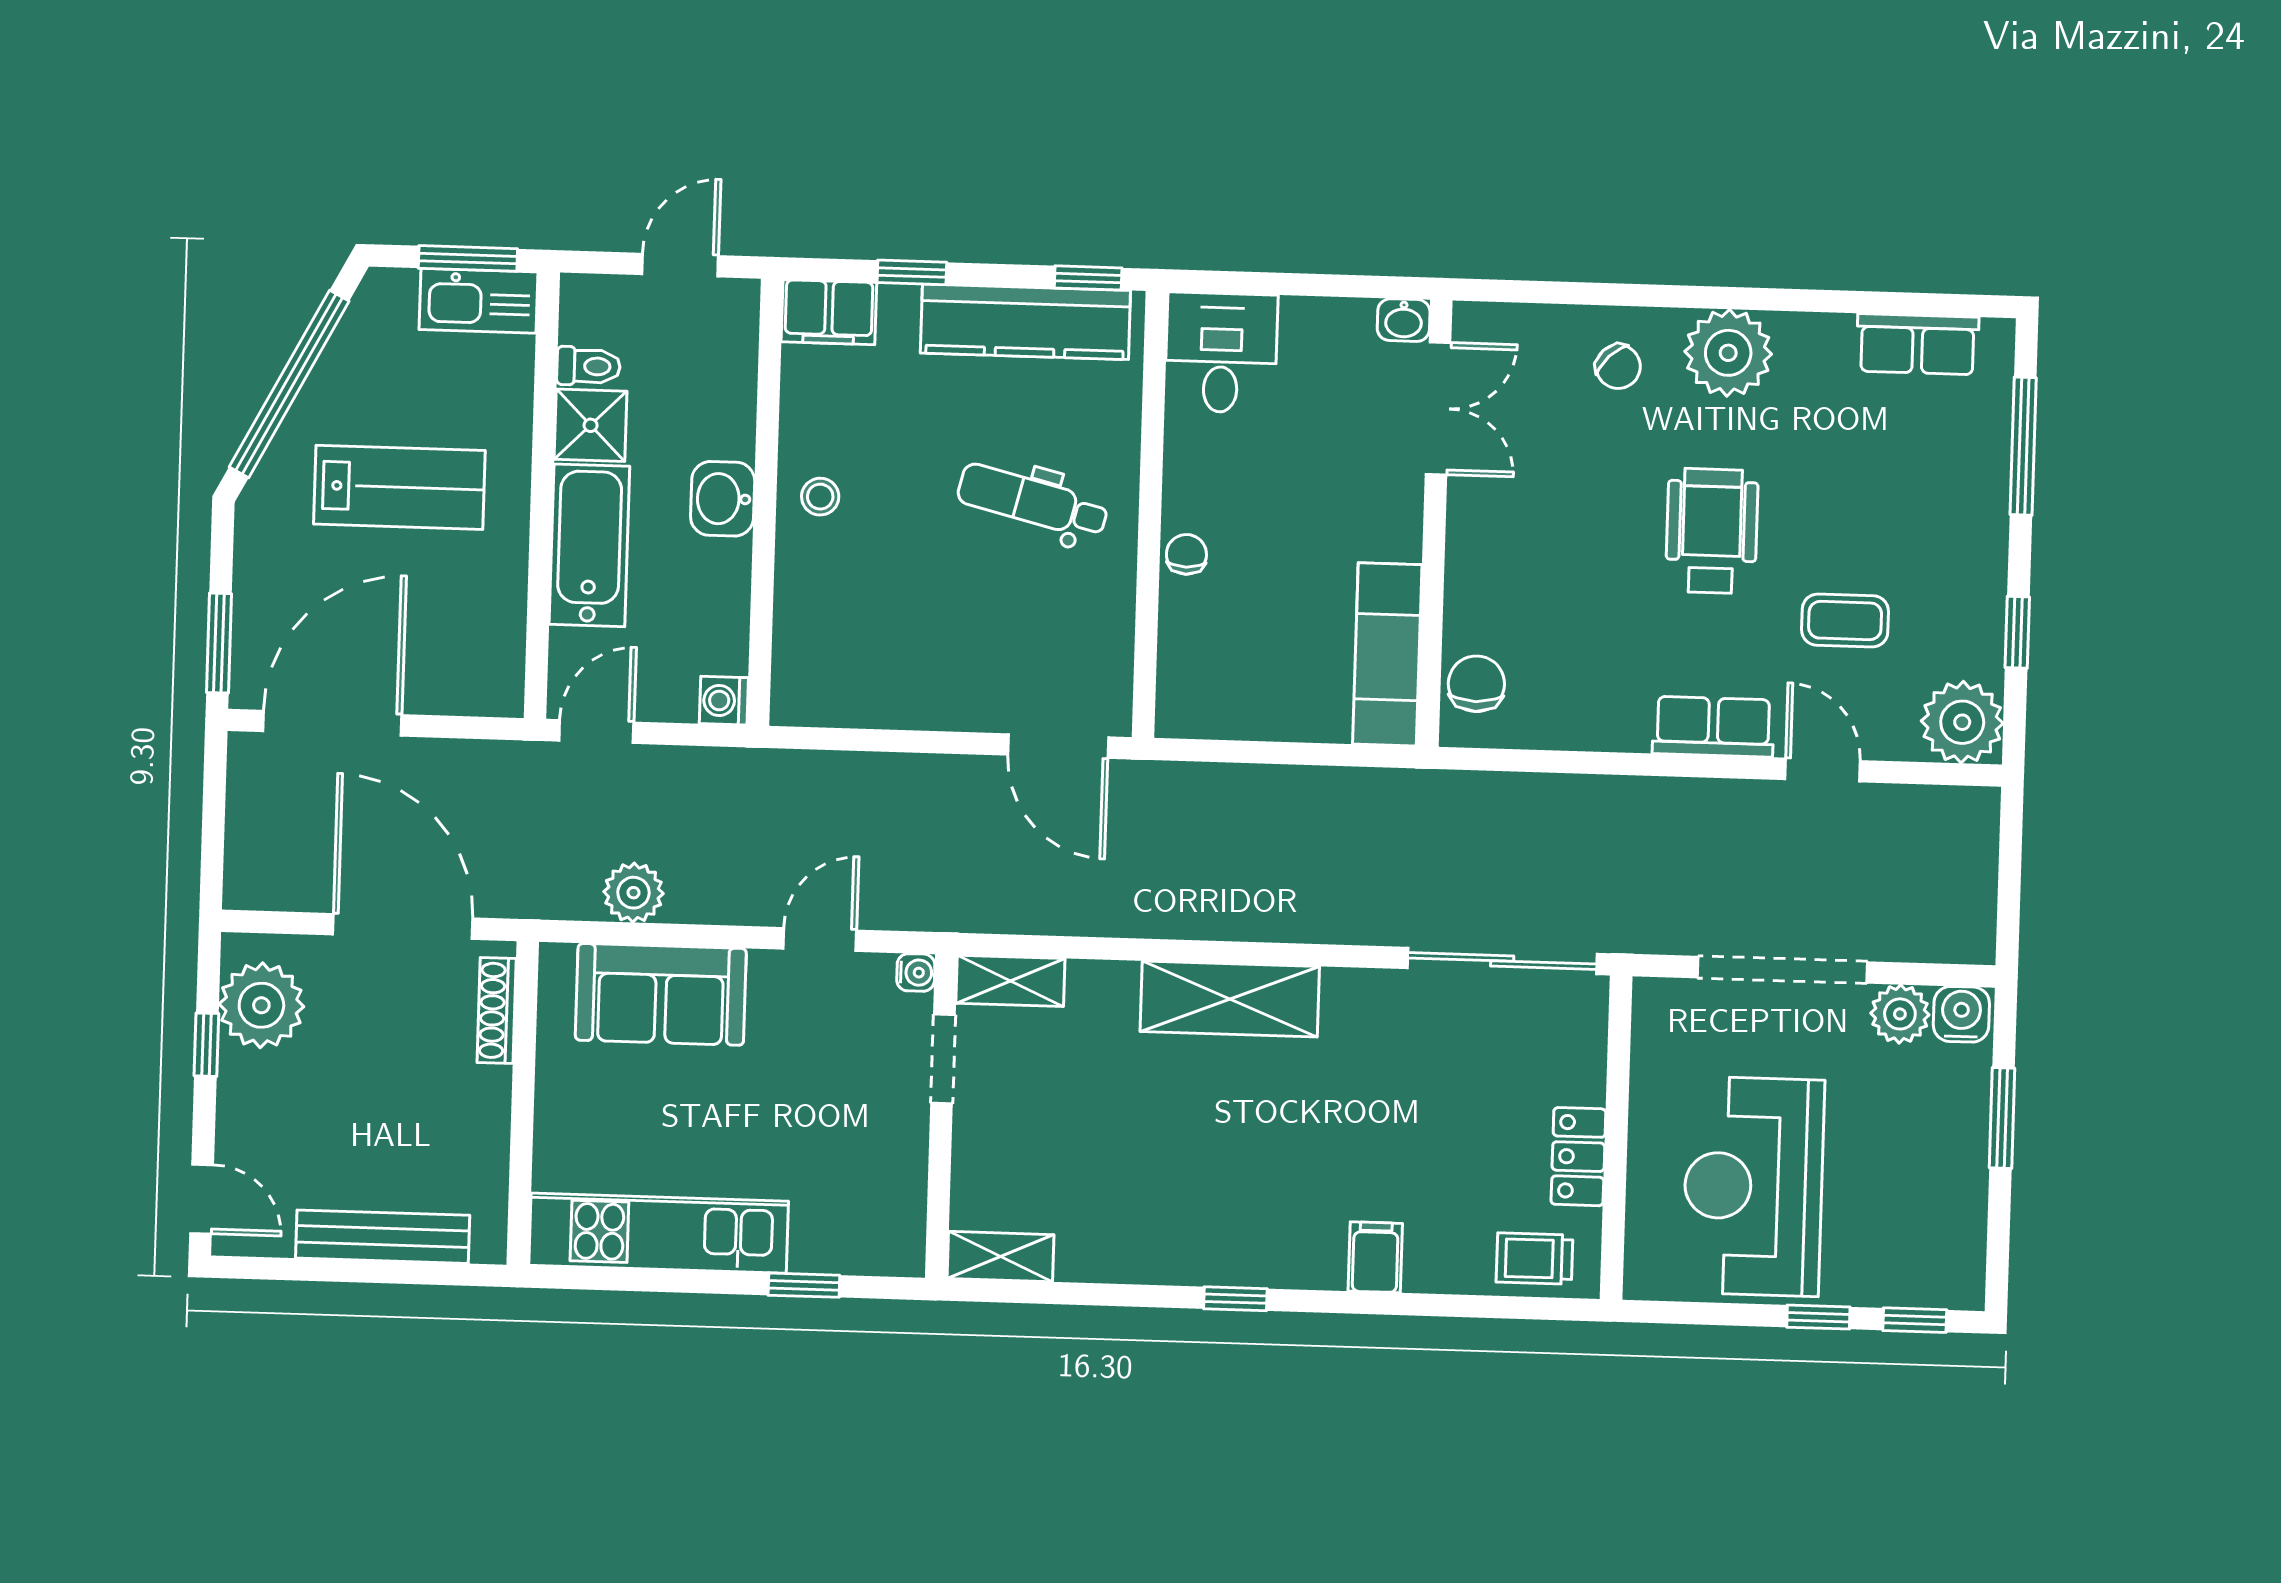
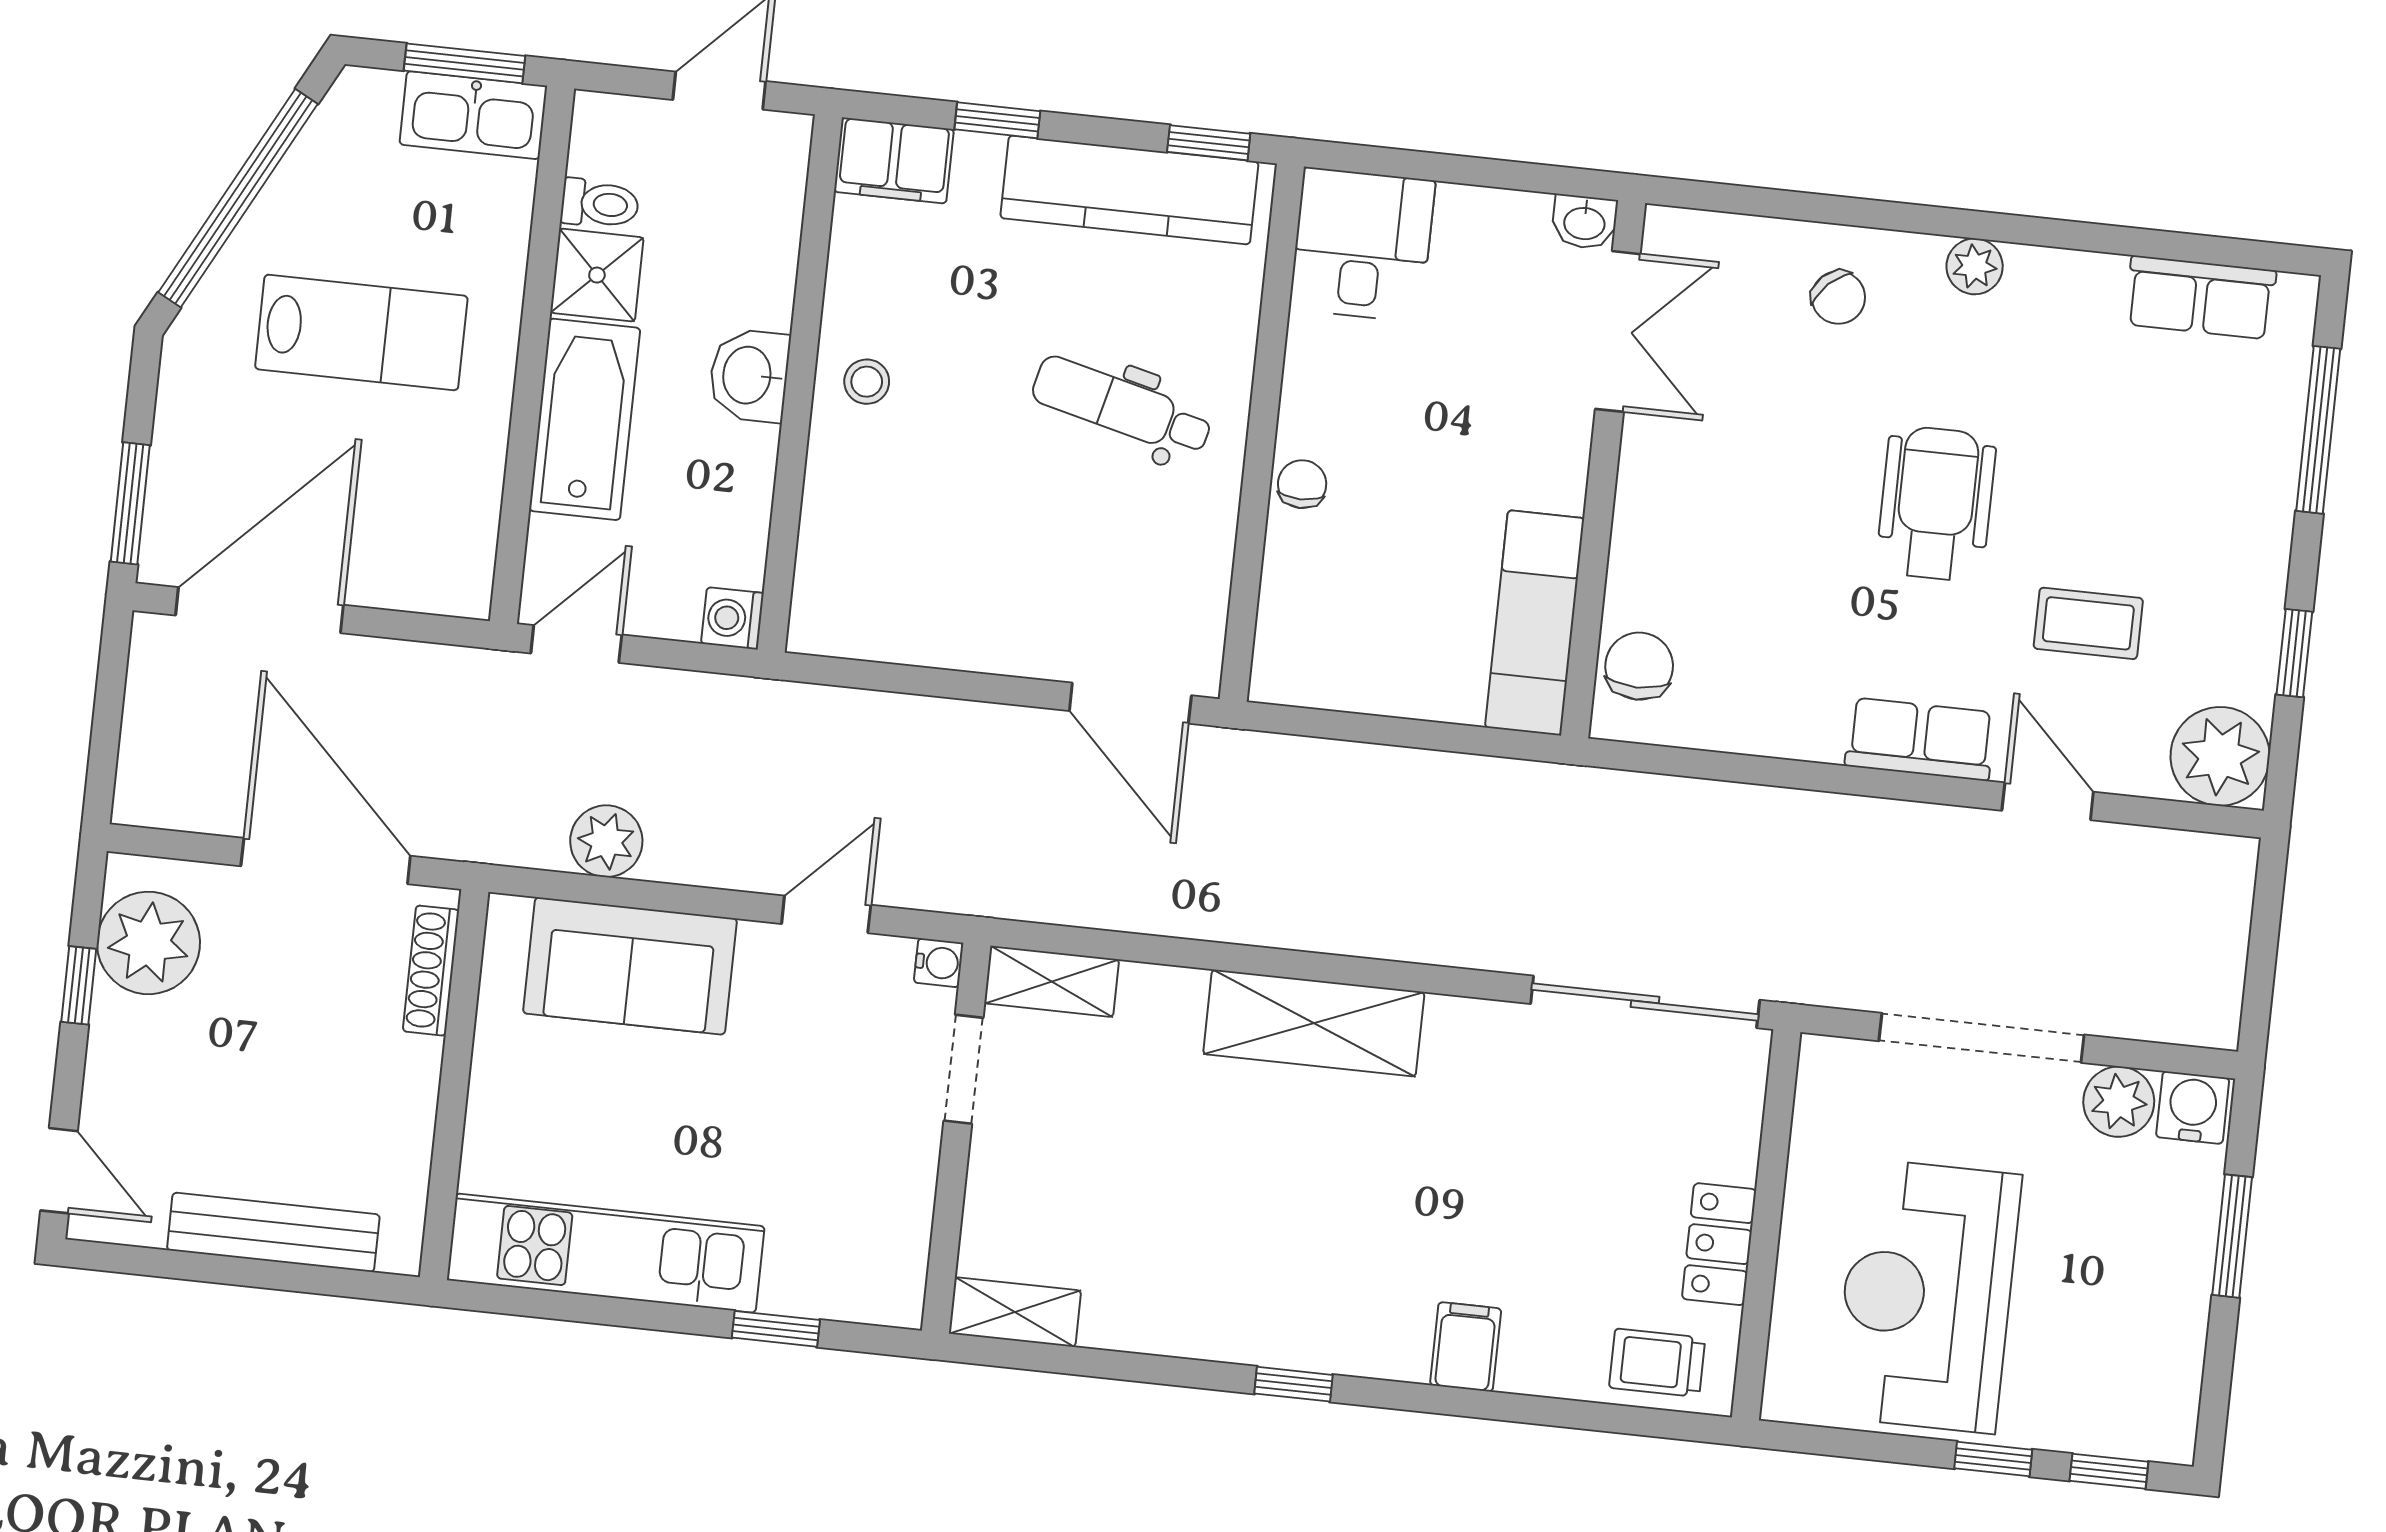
plant: (1728, 353) -> (1975, 266), width x0.53, depth x0.53

